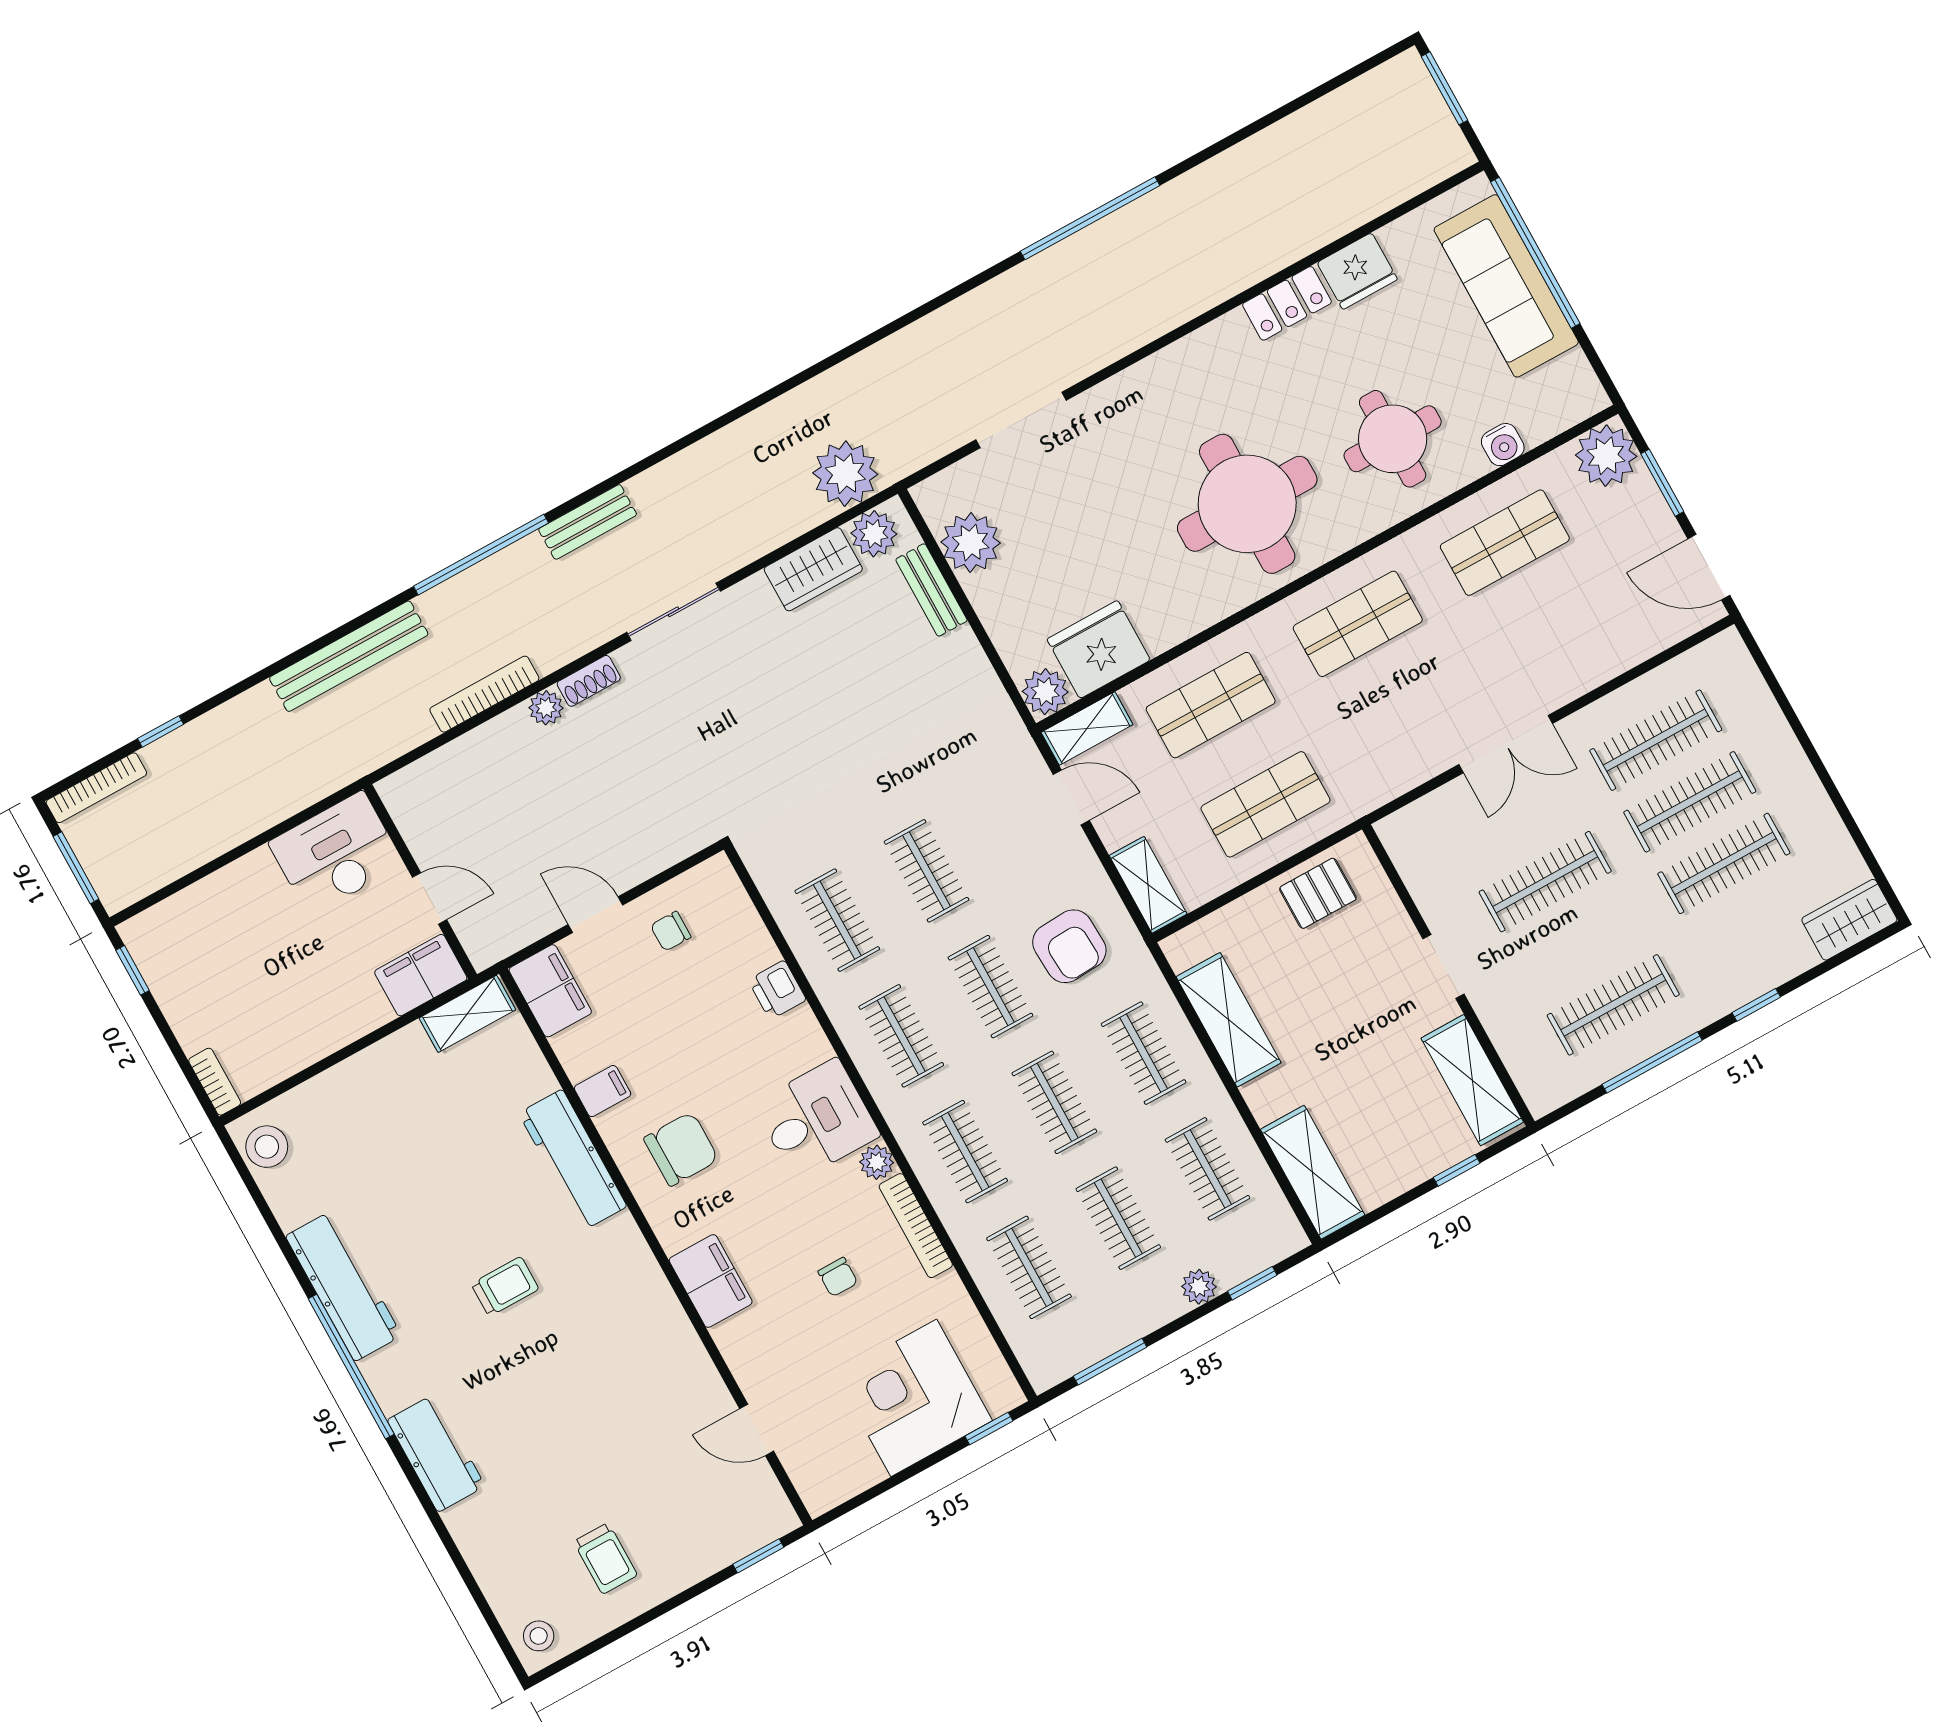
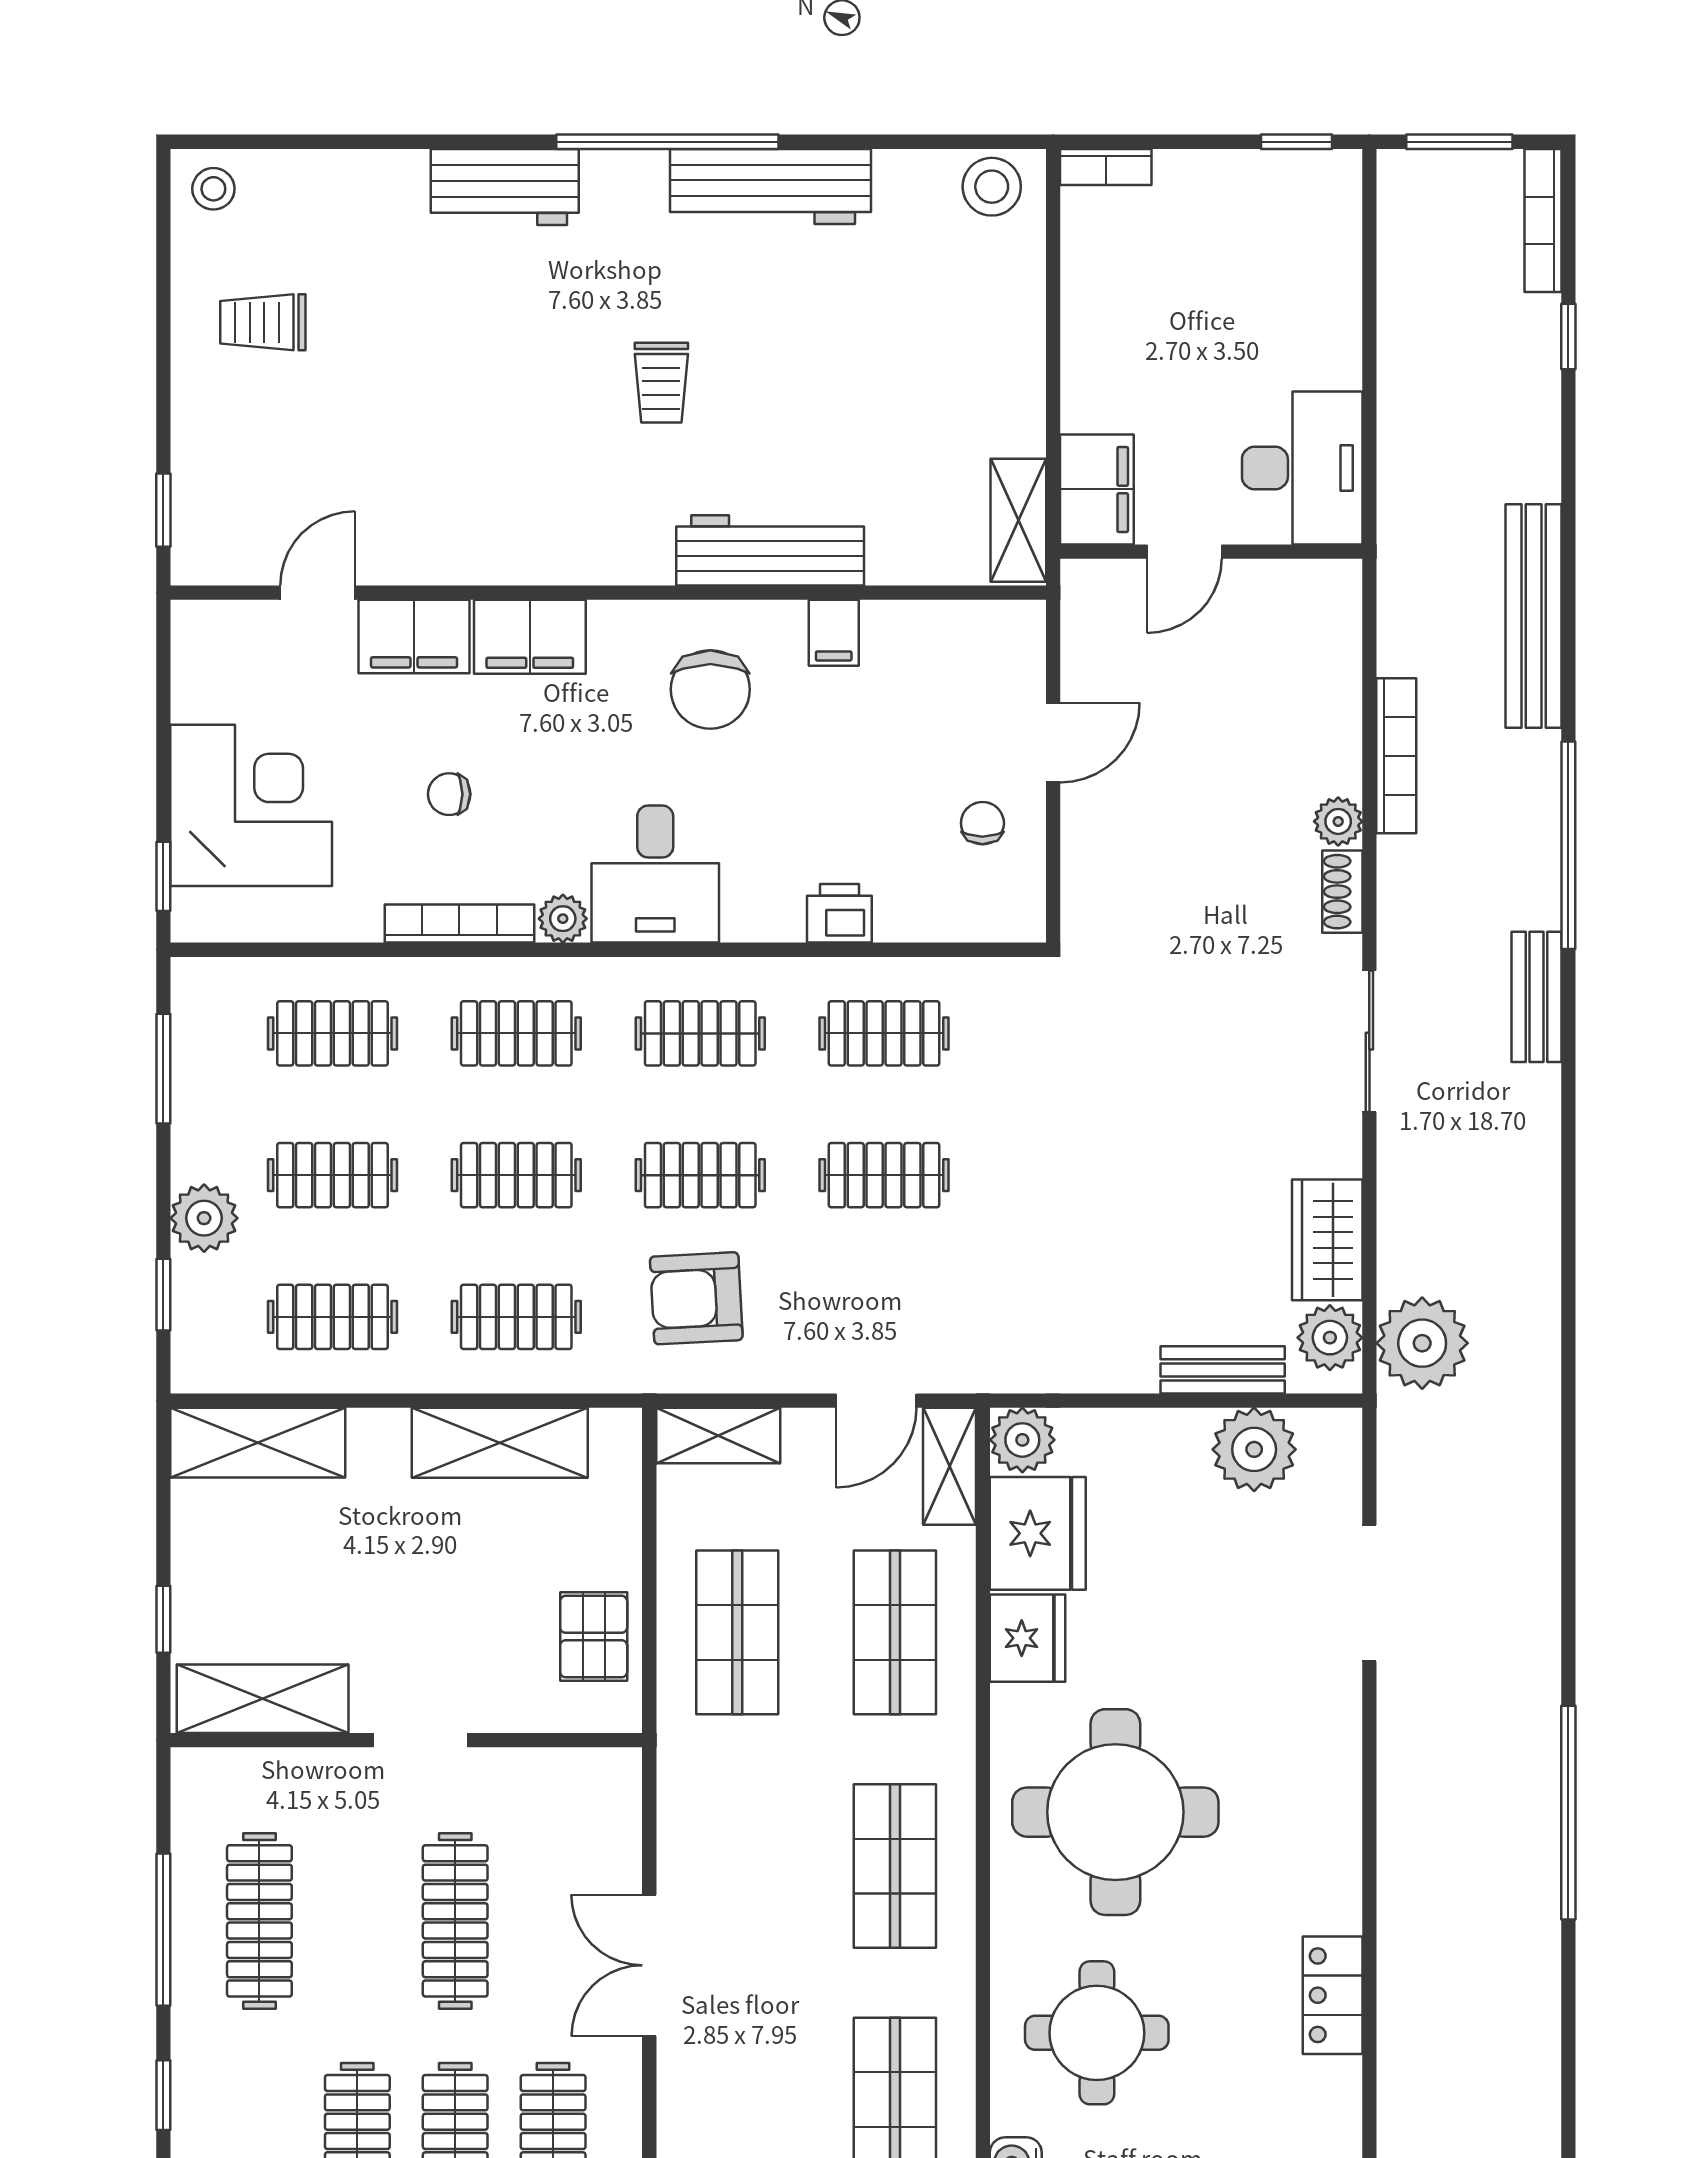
fridge: (1357, 271) -> (1028, 1638), moved, turned 180
filing cabinet: (550, 991) -> (414, 637), moved
plant: (1199, 1287) -> (204, 1218), width x1.38, depth x1.38

